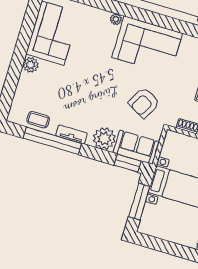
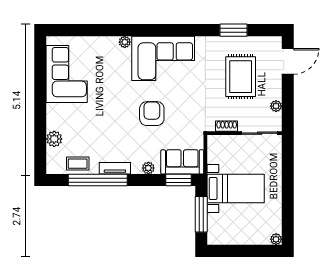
plant: (31, 65) -> (54, 139), moved
armchair: (144, 103) -> (152, 114), moved, turned 151
plant: (104, 138) -> (148, 168), width x0.53, depth x0.53

